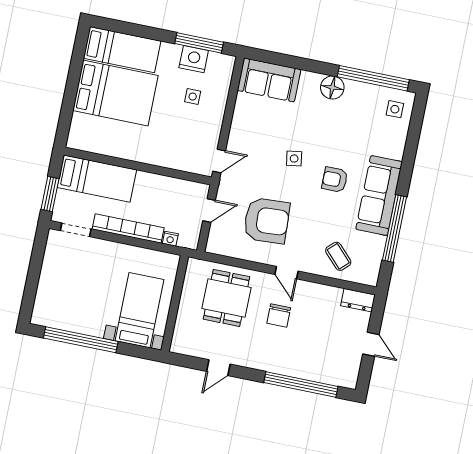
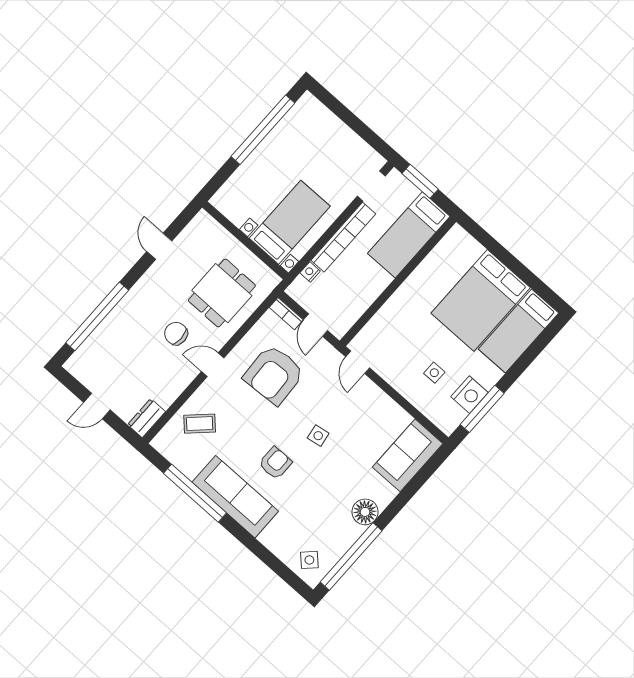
side table: (395, 109) -> (309, 560), turned 45
bookcase: (213, 238) -> (286, 314), added
dining table: (226, 298) -> (222, 293), turned 90
bed with nightstands: (139, 310) -> (290, 222), moved, turned -90

